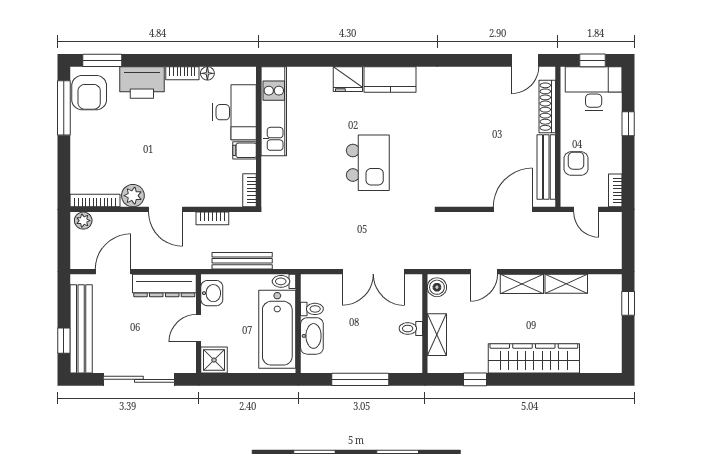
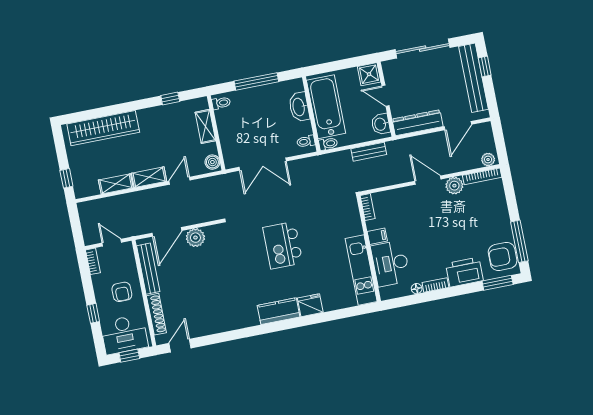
armchair: (89, 93) -> (503, 256), turned -90
armchair: (576, 164) -> (122, 292), moved
plant: (478, 195) -> (195, 238), added
bookcase: (212, 218) -> (391, 180), removed
bench: (242, 261) -> (369, 152), width x0.73
double door: (373, 272) -> (263, 164), swing flipped
toilet: (312, 309) -> (306, 141), moved
door: (199, 328) -> (385, 96), swing flipped
toilet: (411, 329) -> (221, 103), moved
wardrobe: (534, 358) -> (103, 128), moved

